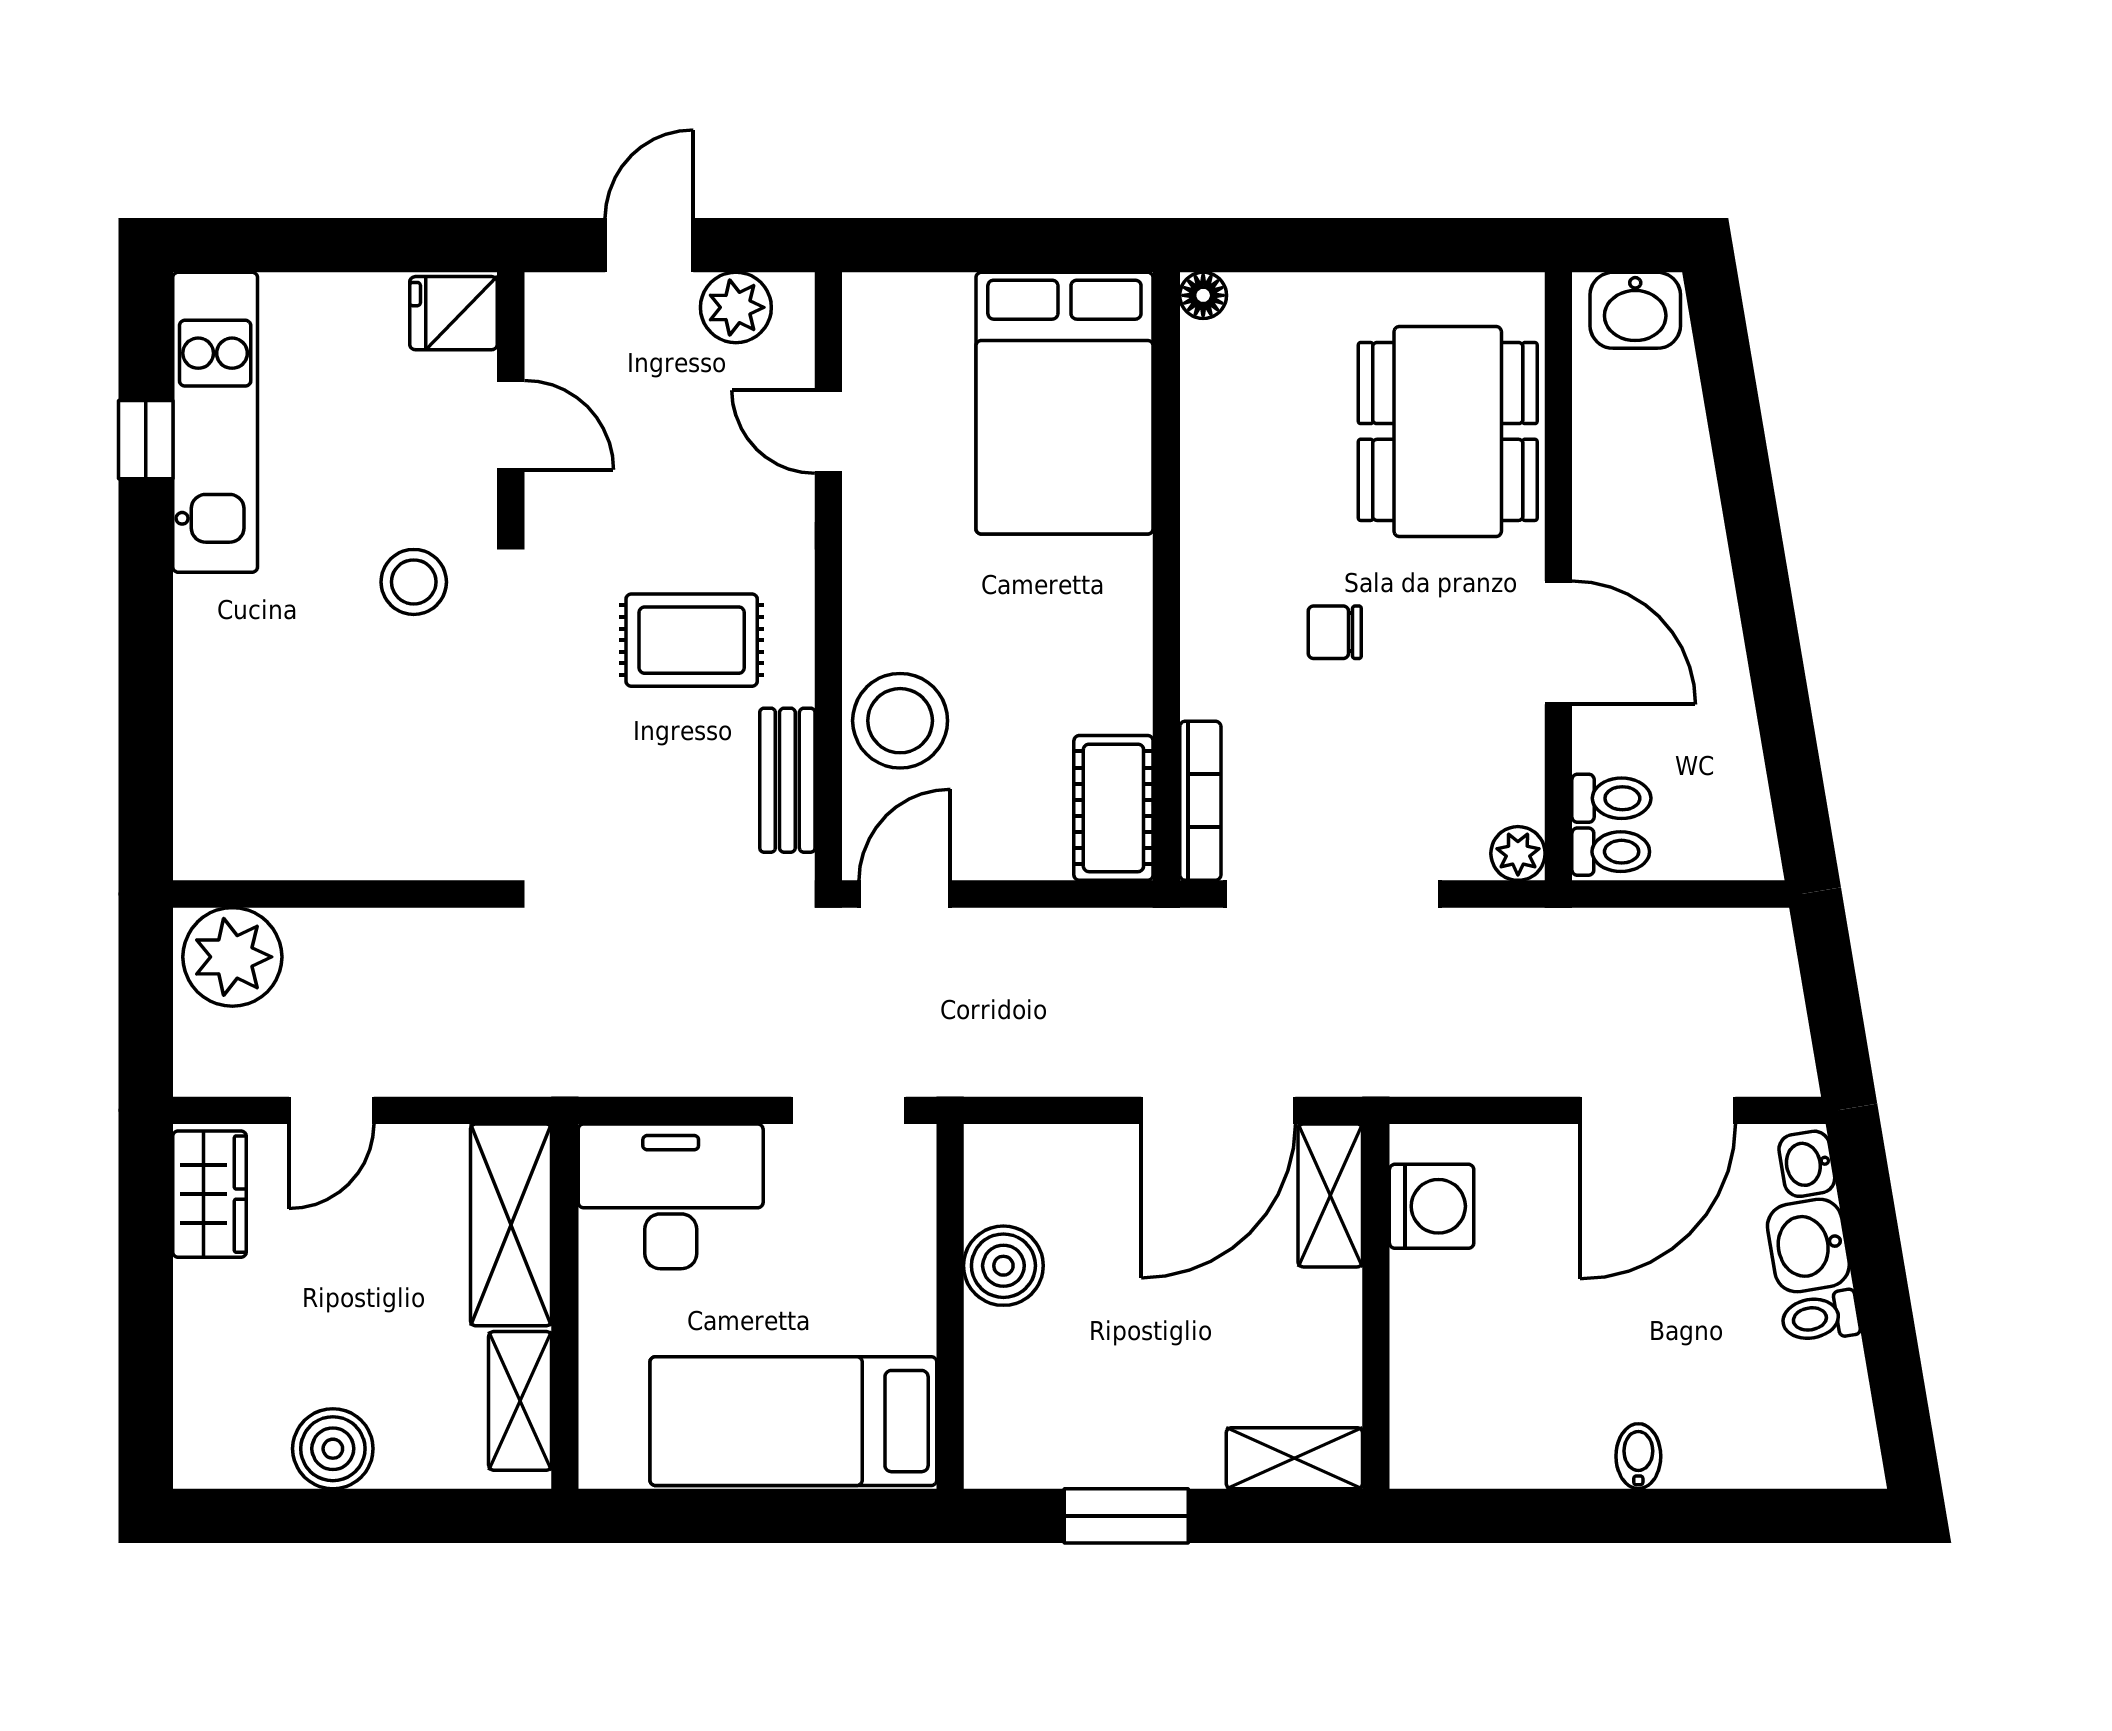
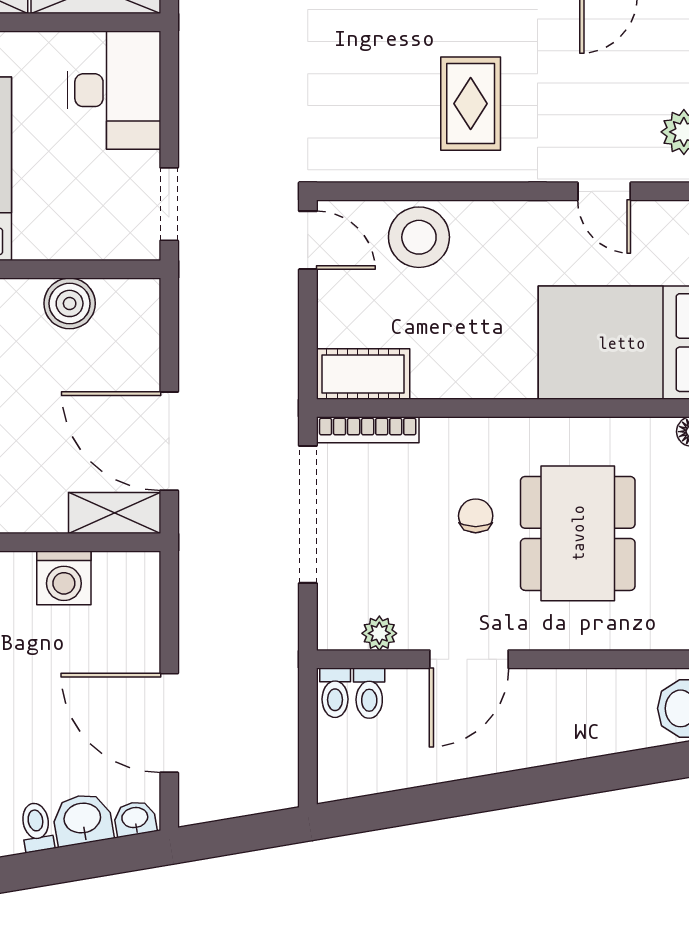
dining table: (1448, 431) -> (578, 533), moved, turned 90
door: (828, 432) -> (604, 191), swing flipped
bench: (787, 780) -> (381, 165), removed
plant: (1518, 853) -> (379, 633), moved
washing machine: (1432, 1206) -> (64, 578), moved

